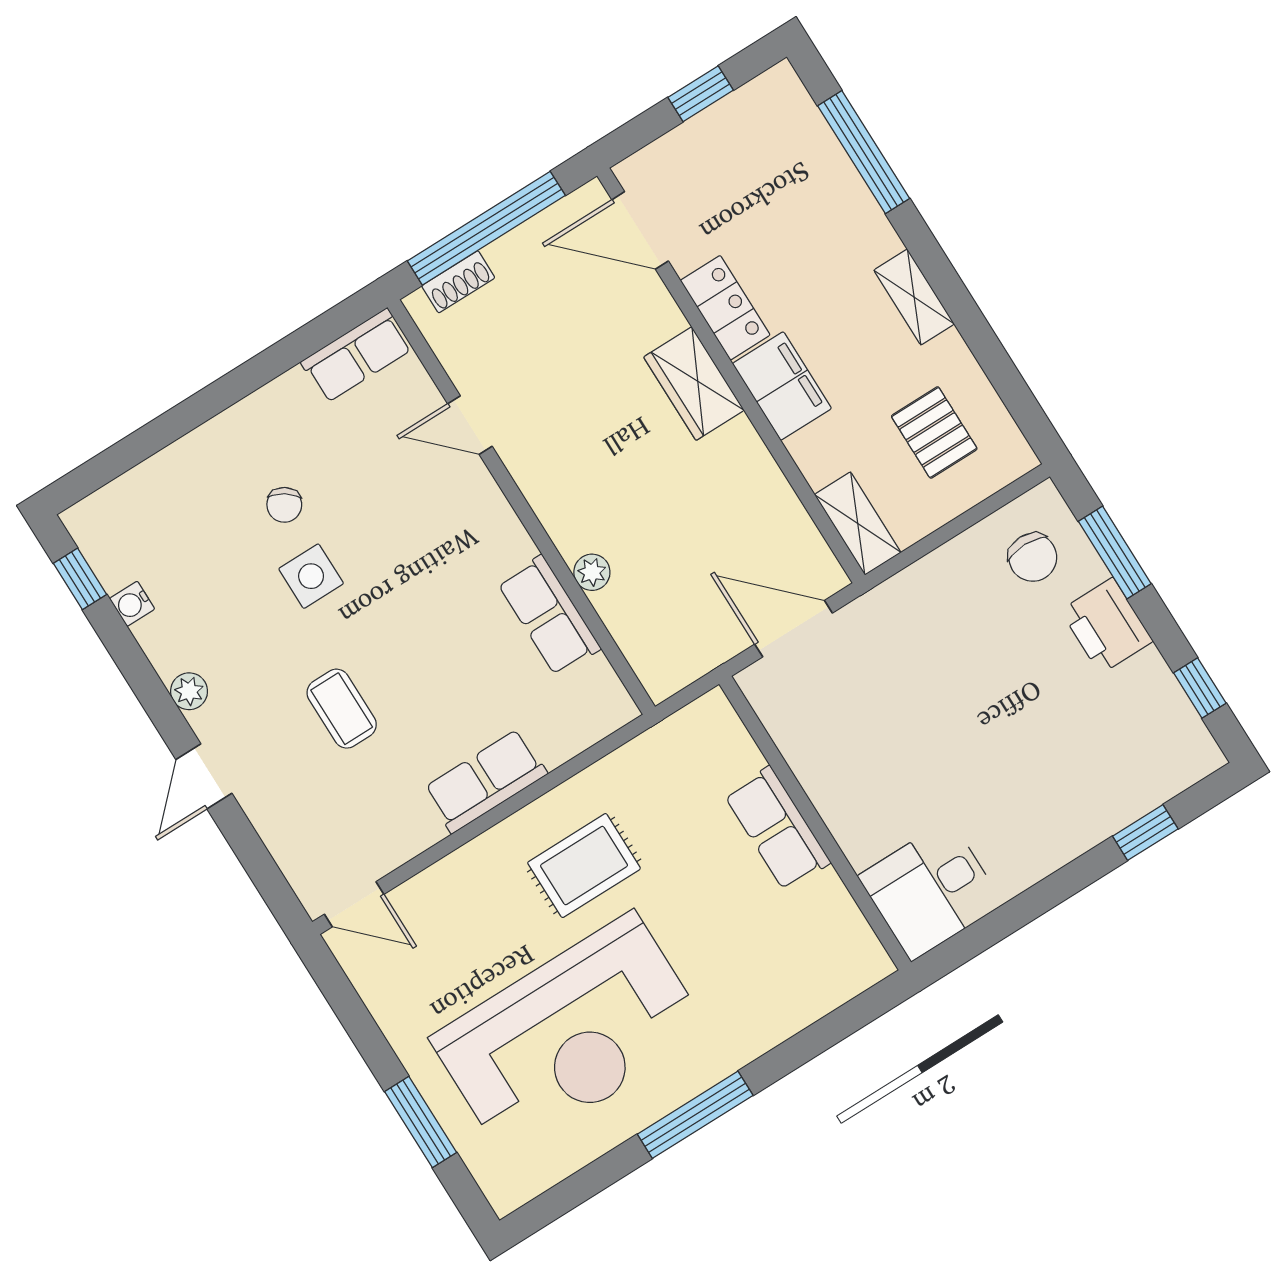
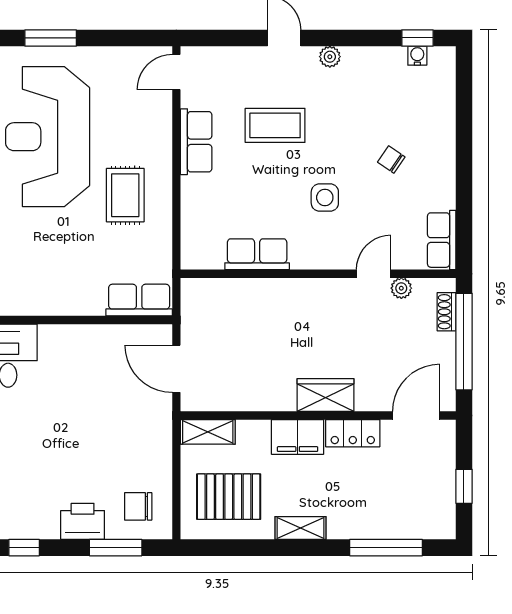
pallet: (934, 432) -> (229, 497), width x1.50, depth x1.42
plant: (592, 572) -> (401, 288), moved
side table: (311, 576) -> (325, 198), moved
water cooler: (132, 604) -> (417, 56), moved
door: (794, 629) -> (176, 369), swing flipped
coffee table: (342, 709) -> (275, 125), width x1.36, depth x1.30
row of seats: (485, 781) -> (196, 142), moved
row of seats: (777, 828) -> (139, 300), moved

